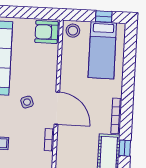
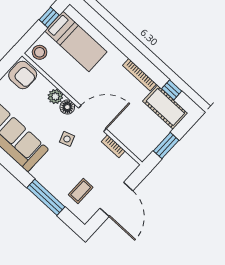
armchair: (47, 32) -> (23, 75), turned -90
plant: (51, 68) -> (55, 97), added
floor lamp: (50, 83) -> (67, 107), added

